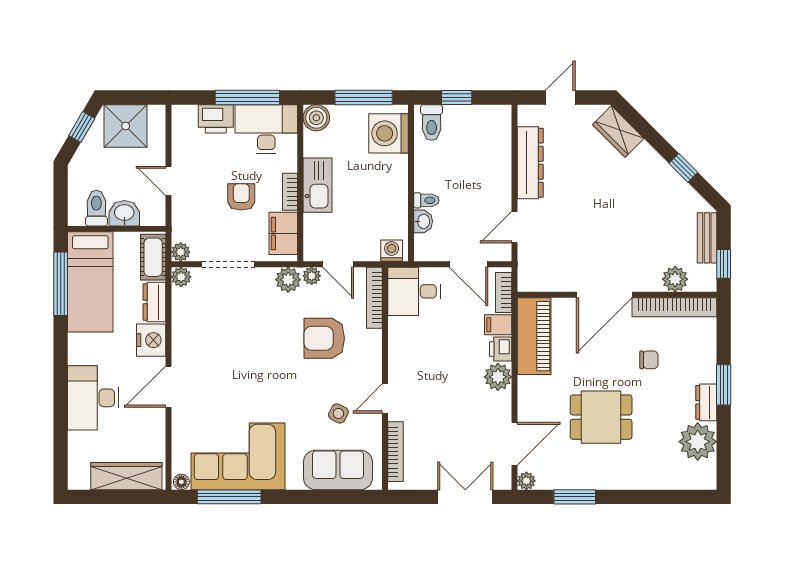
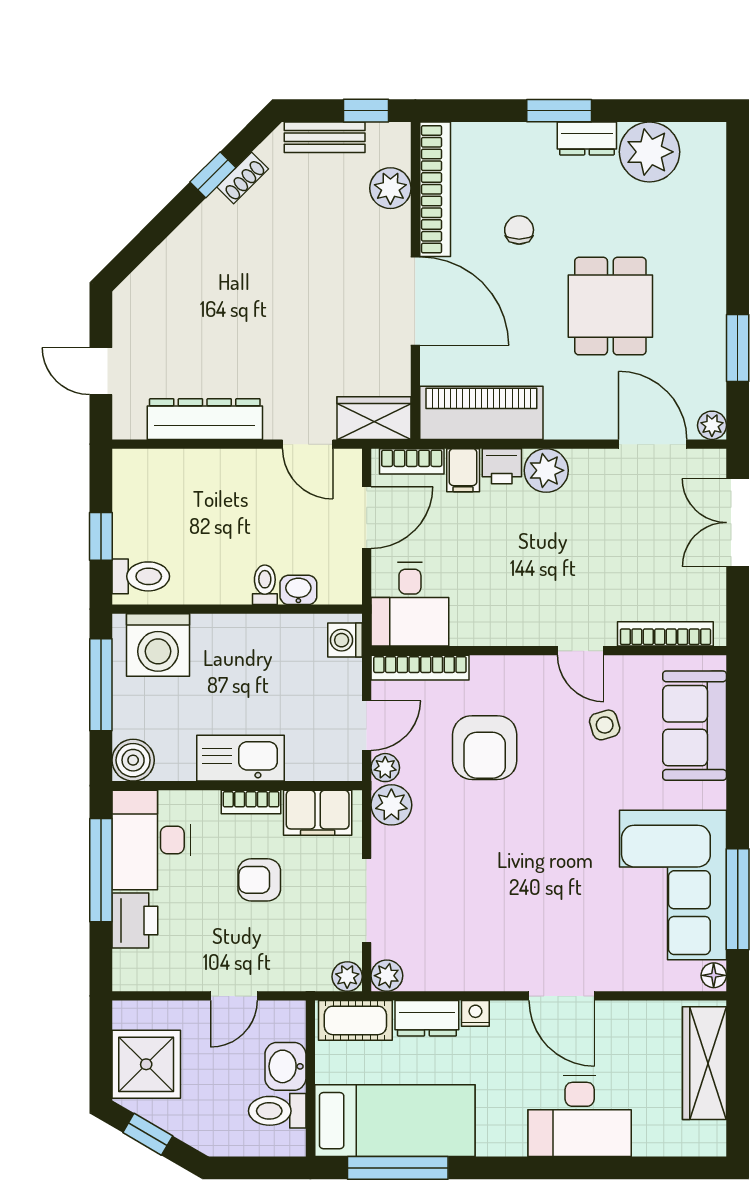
wardrobe: (618, 132) -> (374, 418), moved, turned -135
shoe rack: (681, 186) -> (243, 178), added
nightstand: (151, 340) -> (475, 1013), width x0.53, depth x0.56
side table: (338, 413) -> (605, 725), turned 45

